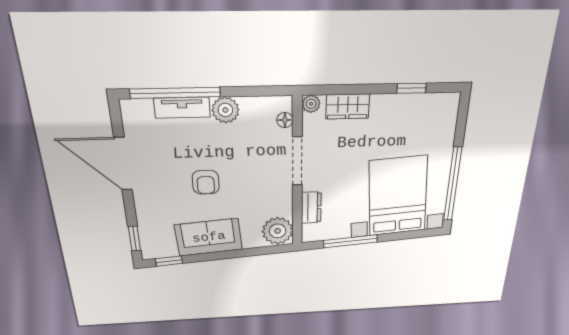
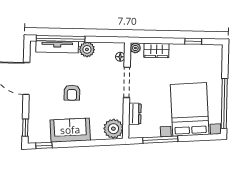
tv unit: (182, 108) -> (57, 47), width x1.41

